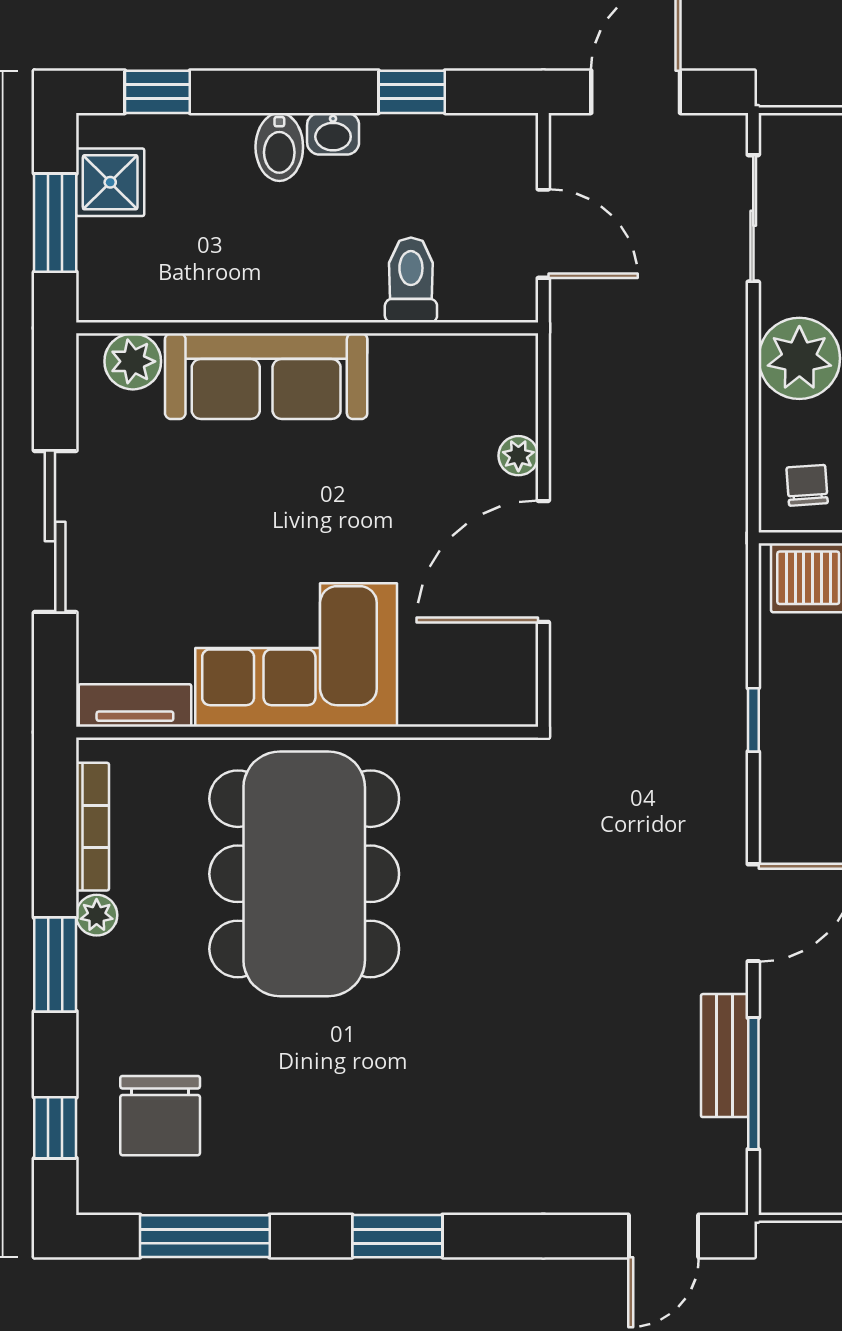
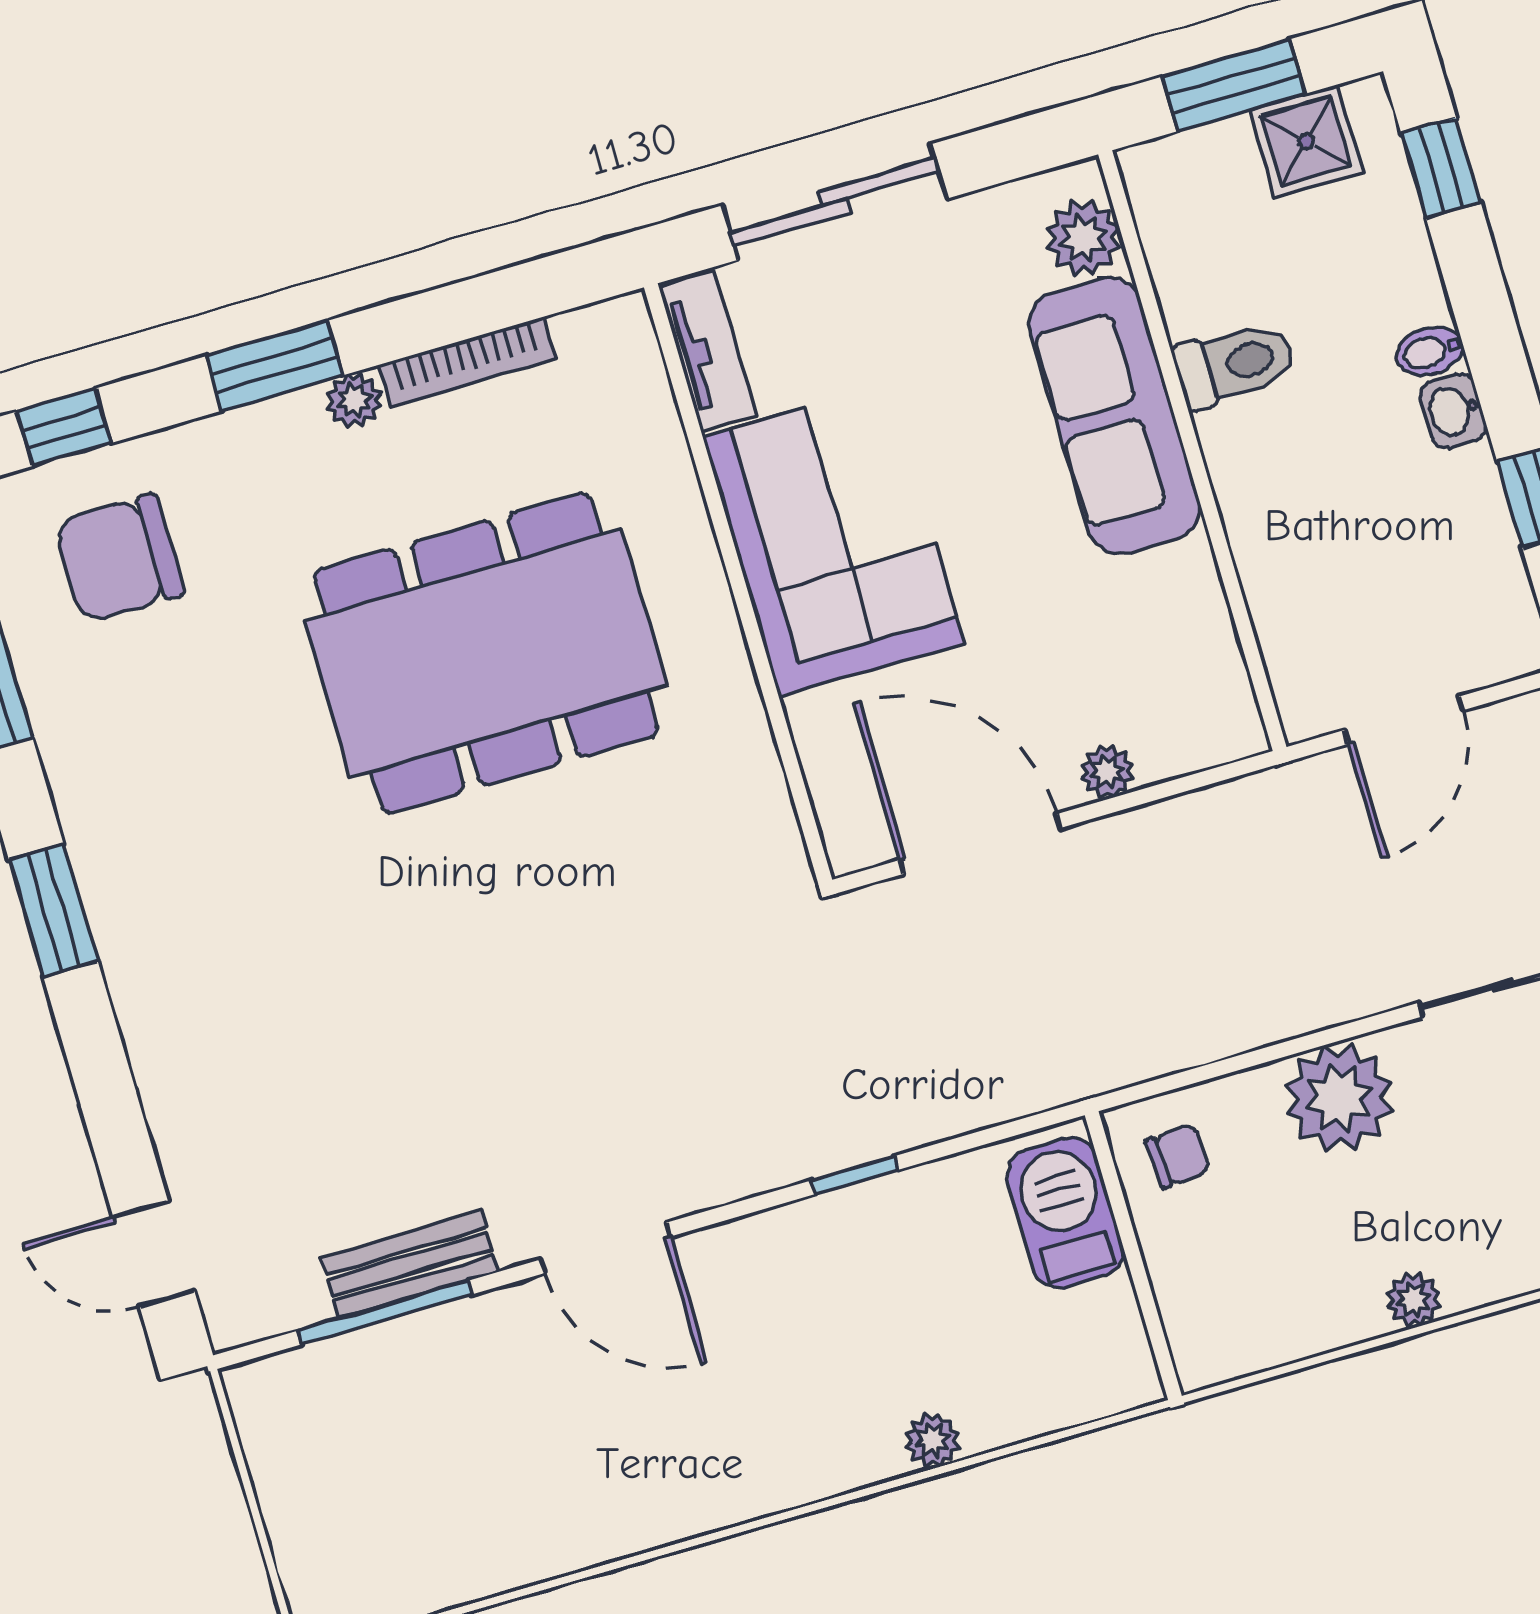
bidet: (279, 147) -> (1430, 351), width x0.72, depth x0.74
toilet: (411, 280) -> (1234, 364), moved
corner sofa: (296, 655) -> (834, 540), moved
tv unit: (135, 705) -> (708, 351), moved
wall: (307, 732) -> (738, 584), moved

